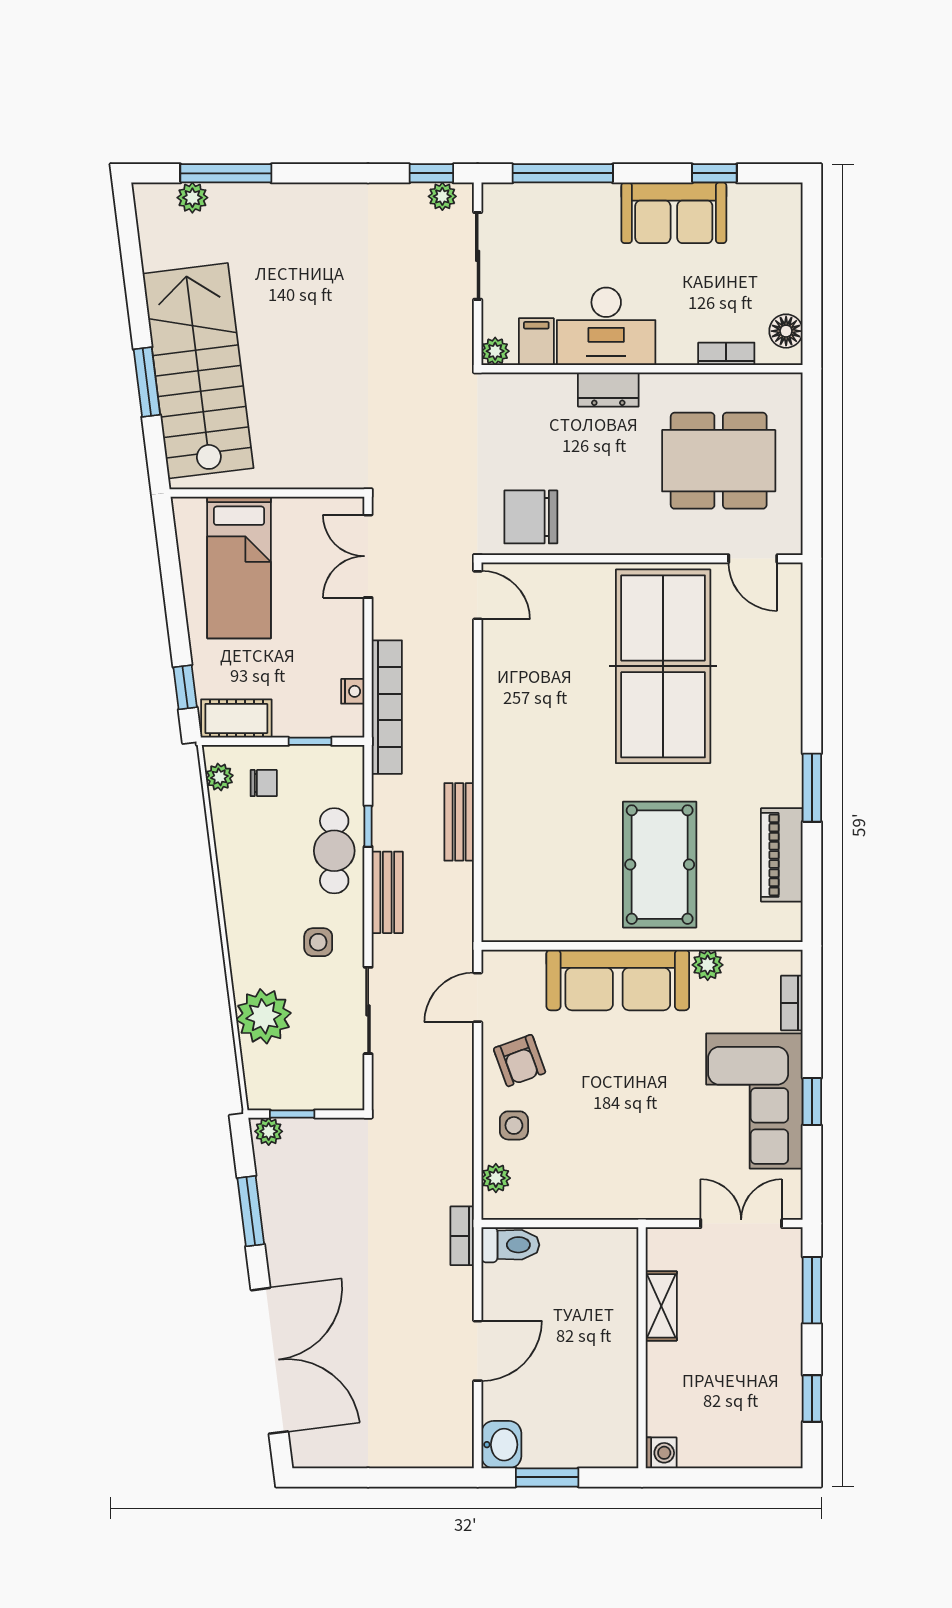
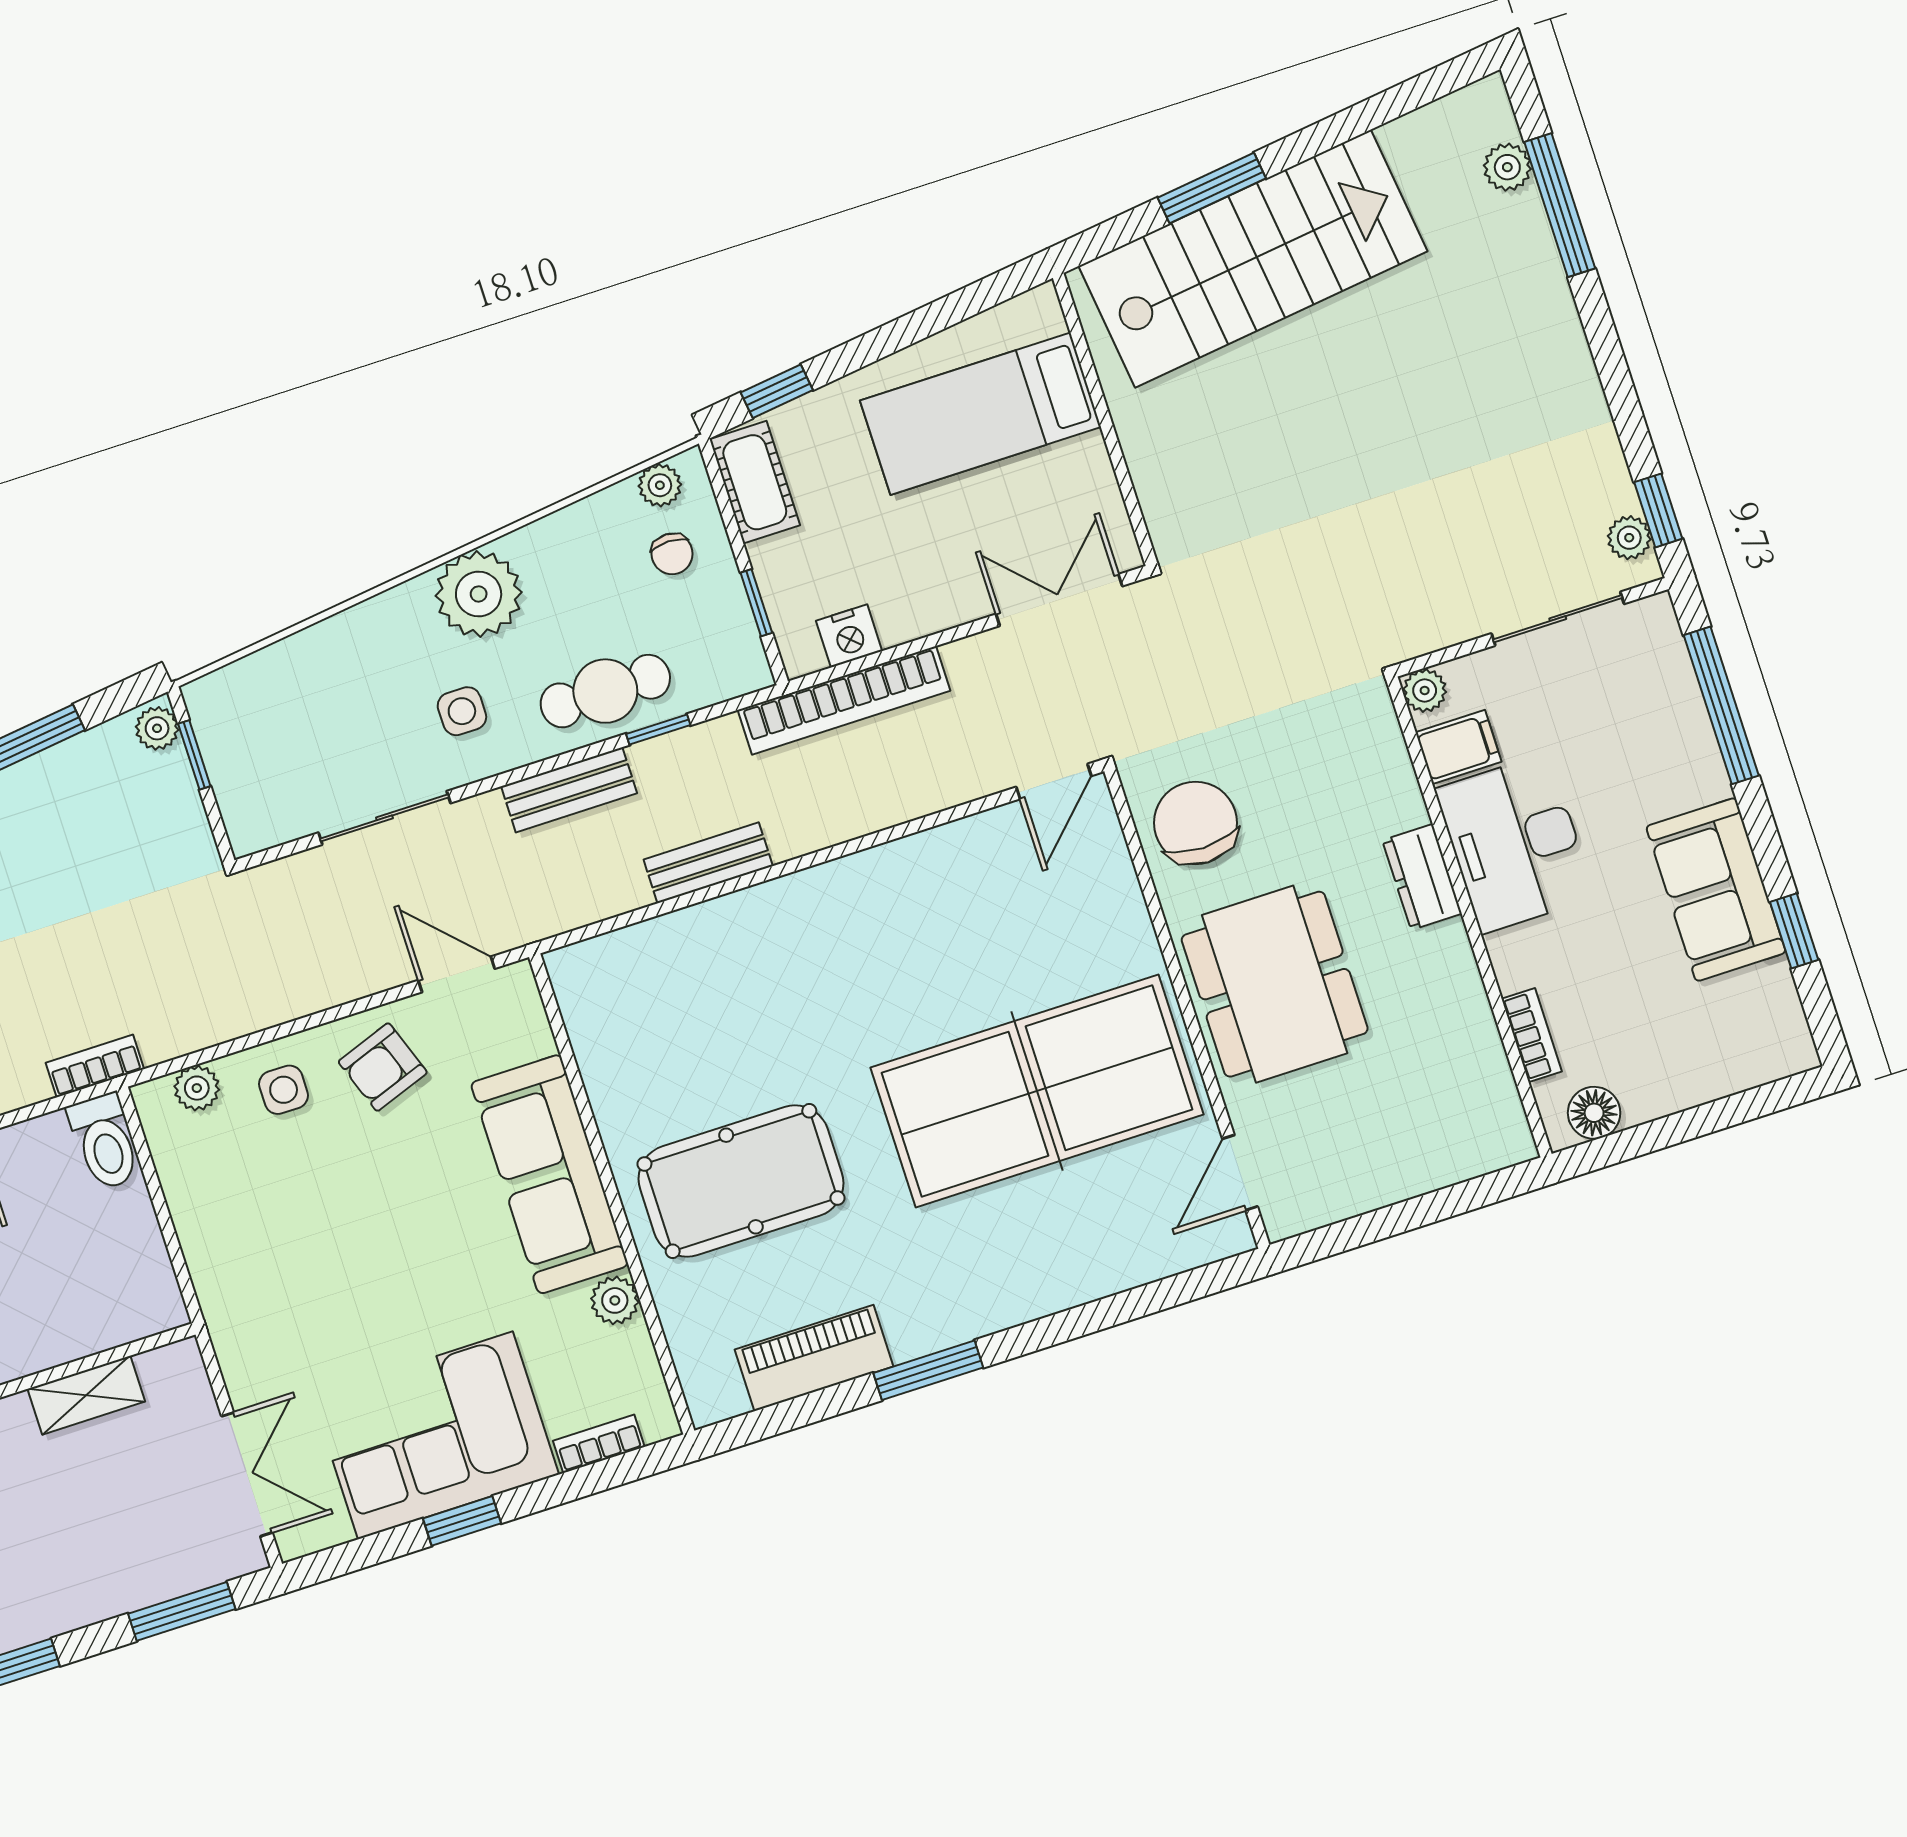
dining table: (719, 461) -> (1275, 984), moved
nightstand: (353, 691) -> (849, 636), width x1.39, depth x1.35
plant: (264, 1016) -> (479, 594), moved

